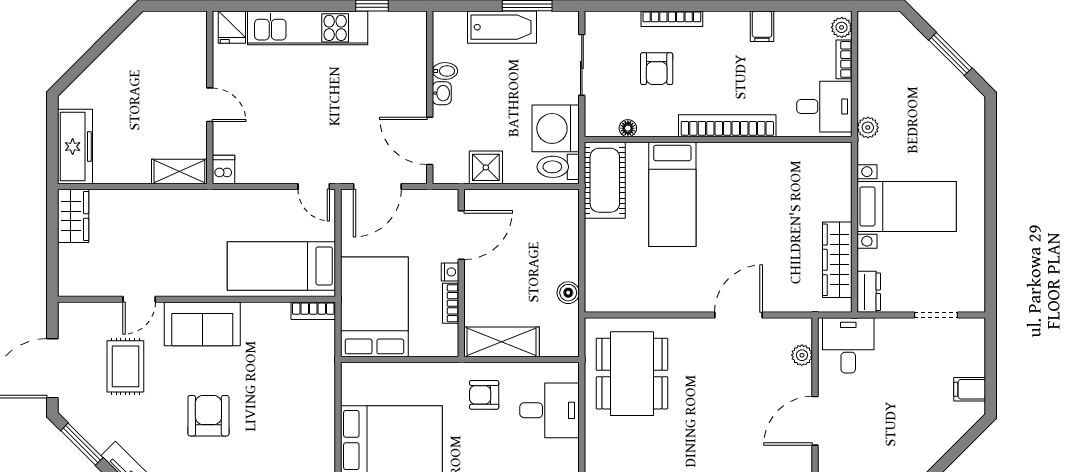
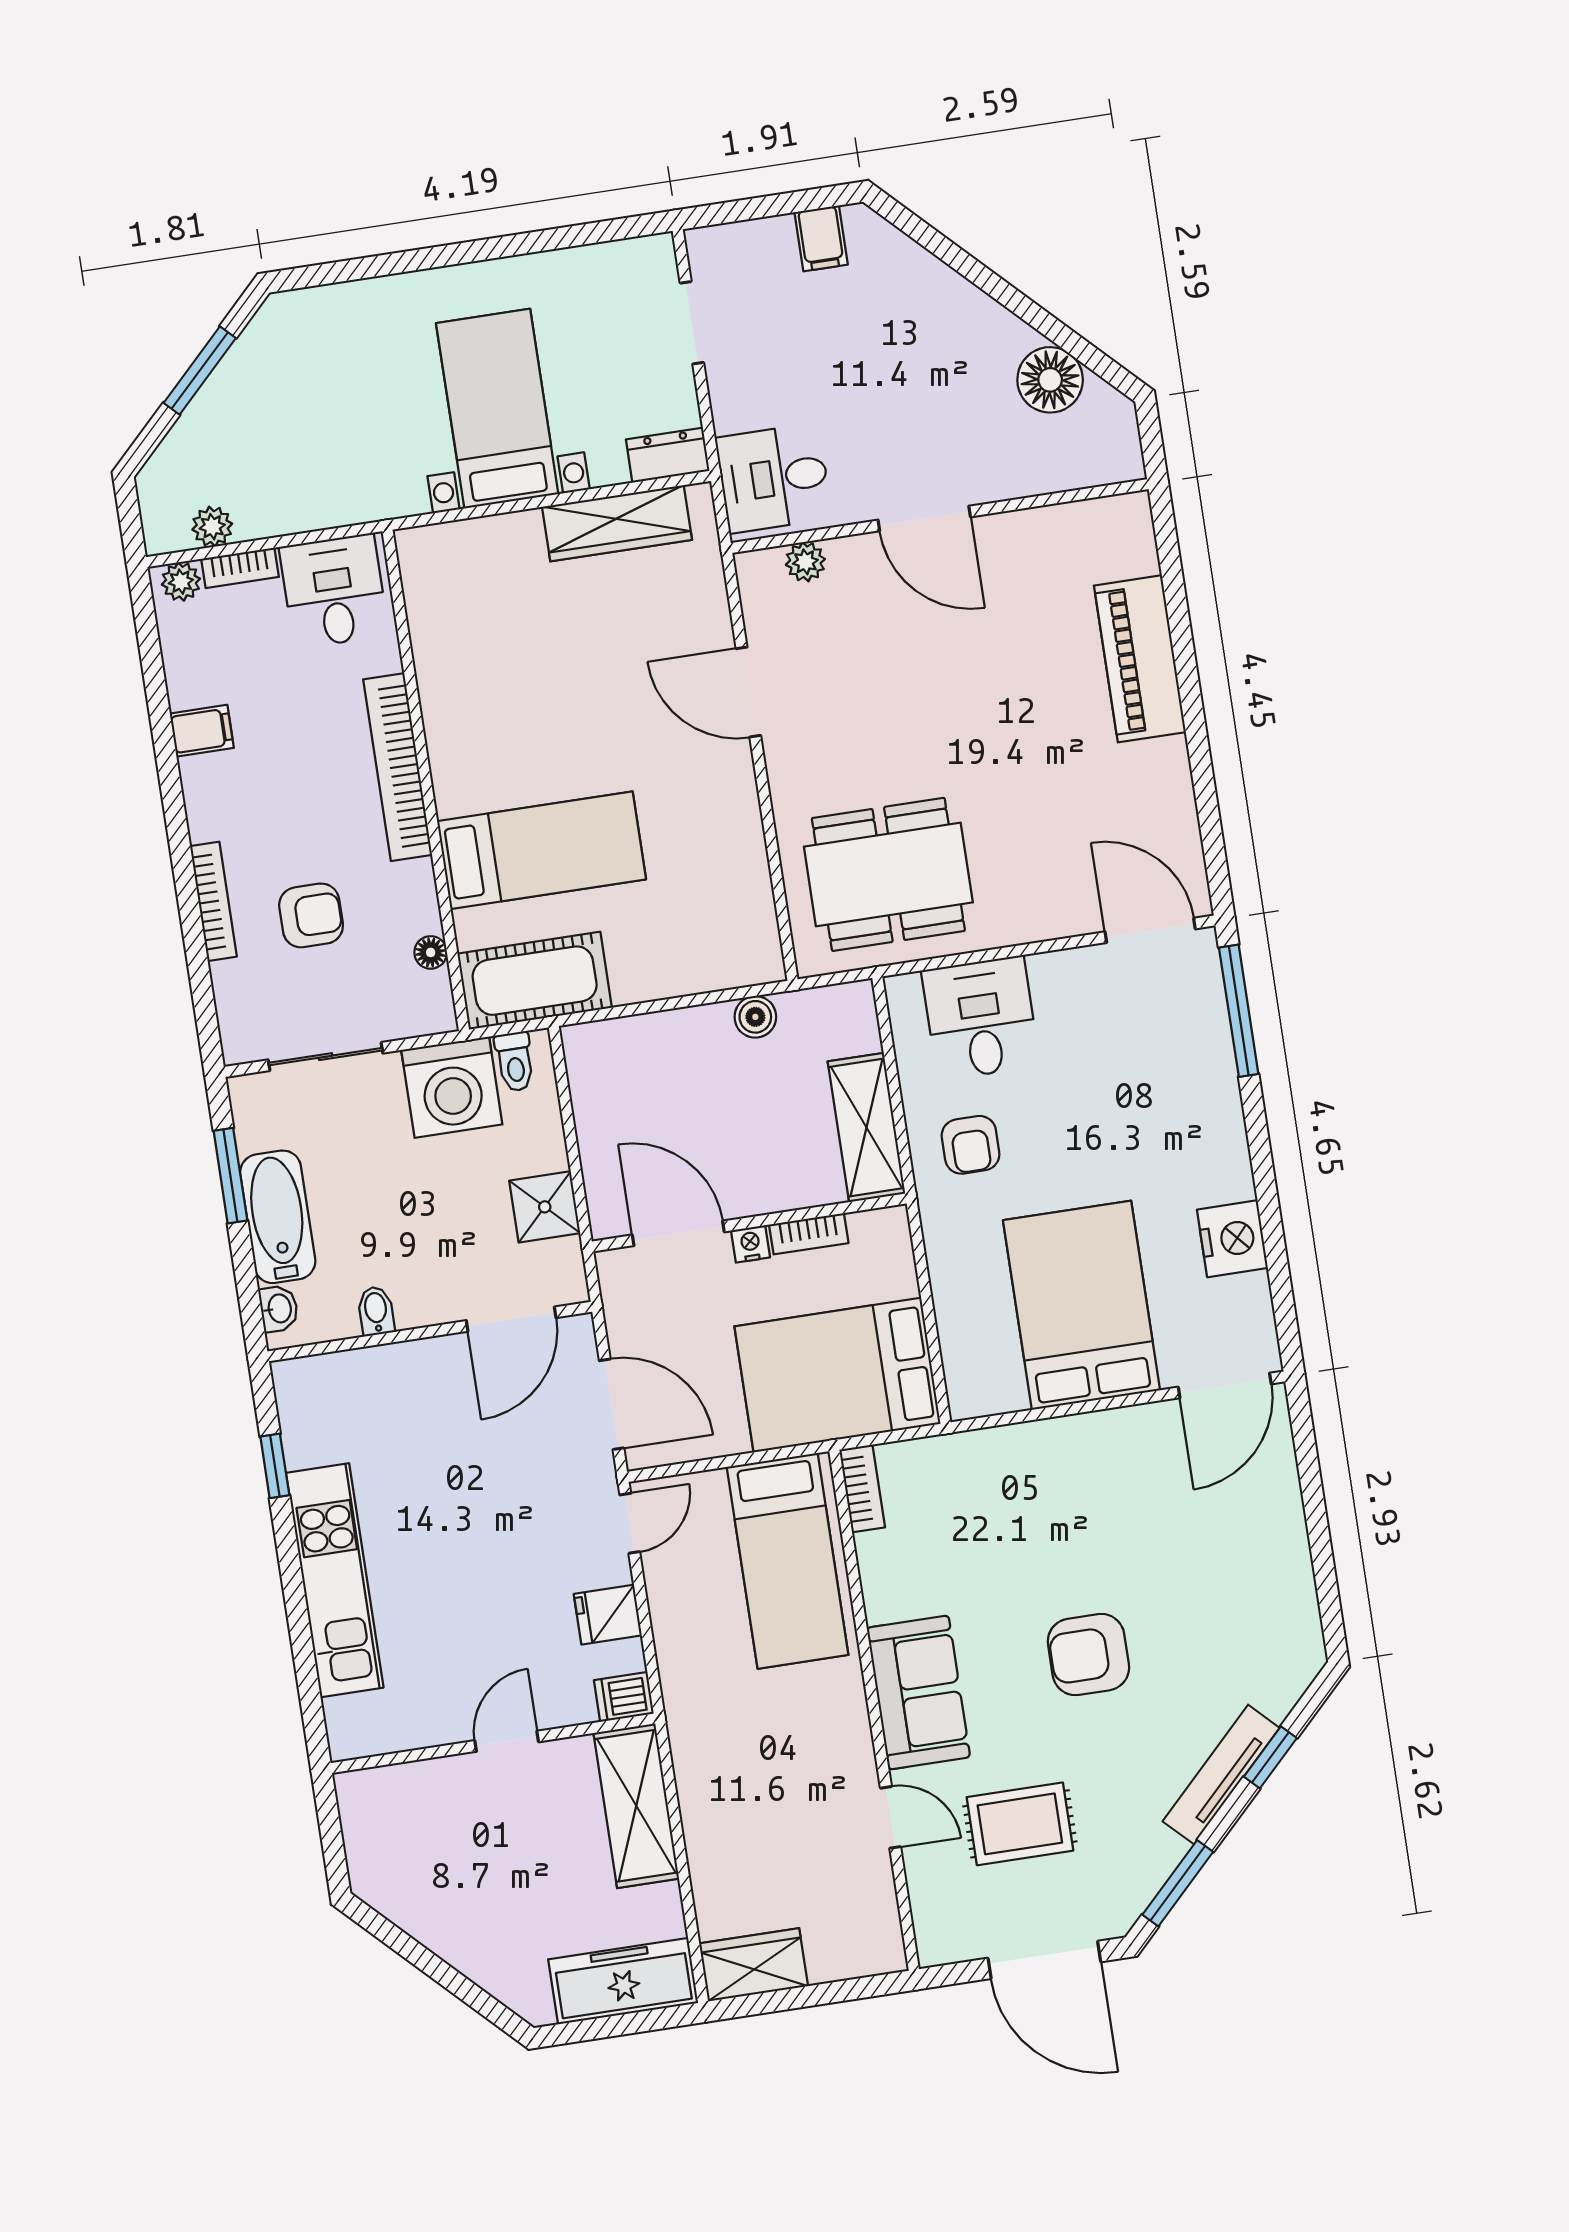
fridge: (232, 27) -> (608, 1615), moved, turned 180
washbasin: (442, 93) -> (279, 1309), moved, turned 90
plant: (868, 127) -> (212, 527), moved
toilet: (558, 167) -> (515, 1062), width x0.73, depth x0.72
shelving: (179, 172) -> (636, 1806), width x1.50, depth x1.33

